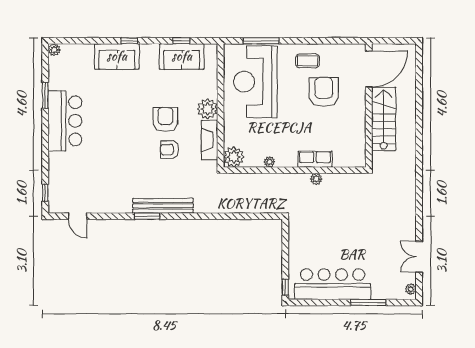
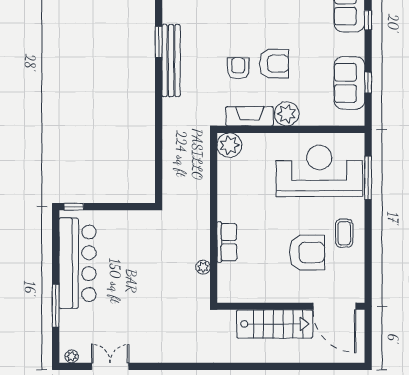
plant: (269, 162) -> (223, 188), removed
plant: (316, 179) -> (203, 267), moved

